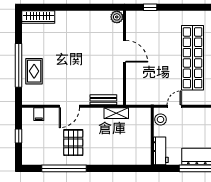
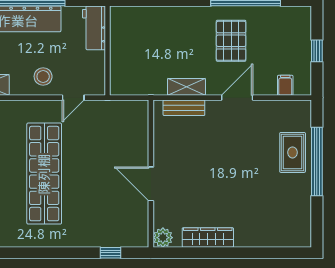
wardrobe: (38, 17) -> (208, 237), moved
shelving: (116, 113) -> (186, 87), moved
stool: (160, 119) -> (43, 76), moved

